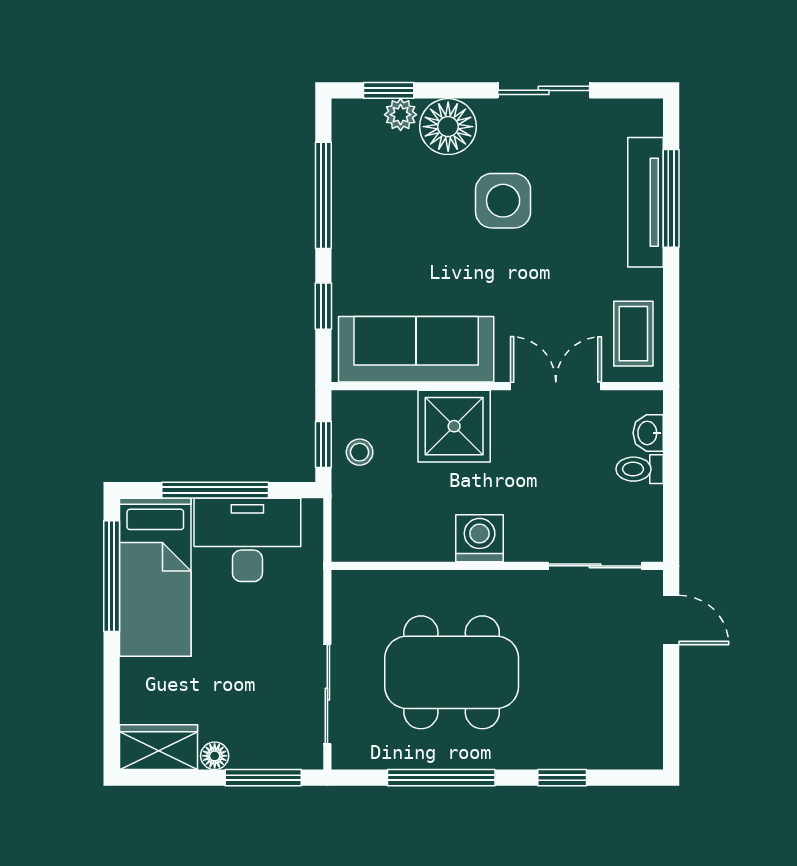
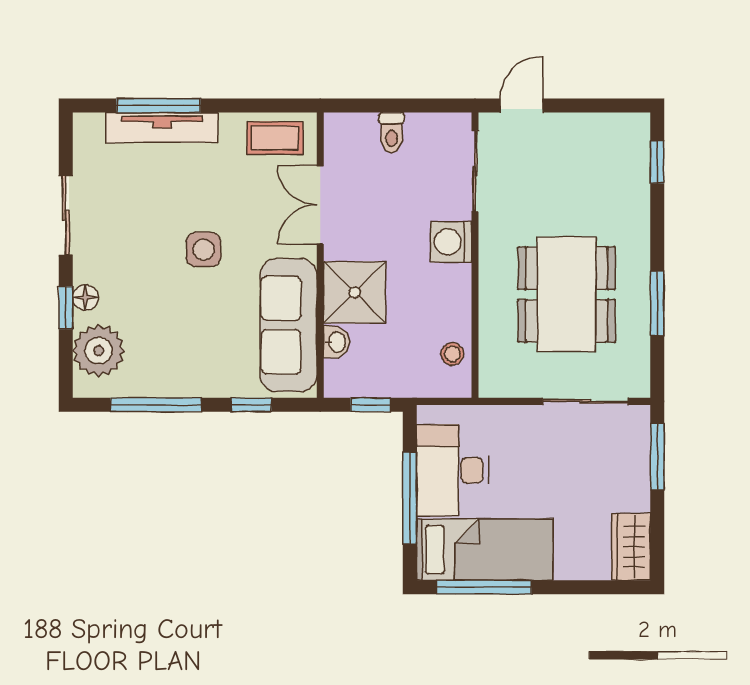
window: (389, 90) -> (66, 308), moved
plant: (401, 115) -> (99, 351), width x1.88, depth x1.88
floor lamp: (448, 127) -> (85, 298), width x0.53, depth x0.53
side table: (503, 201) -> (204, 250), moved, width x0.73, depth x0.73
washbasin: (648, 433) -> (337, 342), moved, turned -90
stool: (360, 452) -> (452, 354), moved
washing machine: (480, 538) -> (451, 242), moved
floor lamp: (215, 756) -> (638, 499), removed
window: (441, 778) -> (657, 303), width x0.69
window: (562, 778) -> (657, 162), moved

